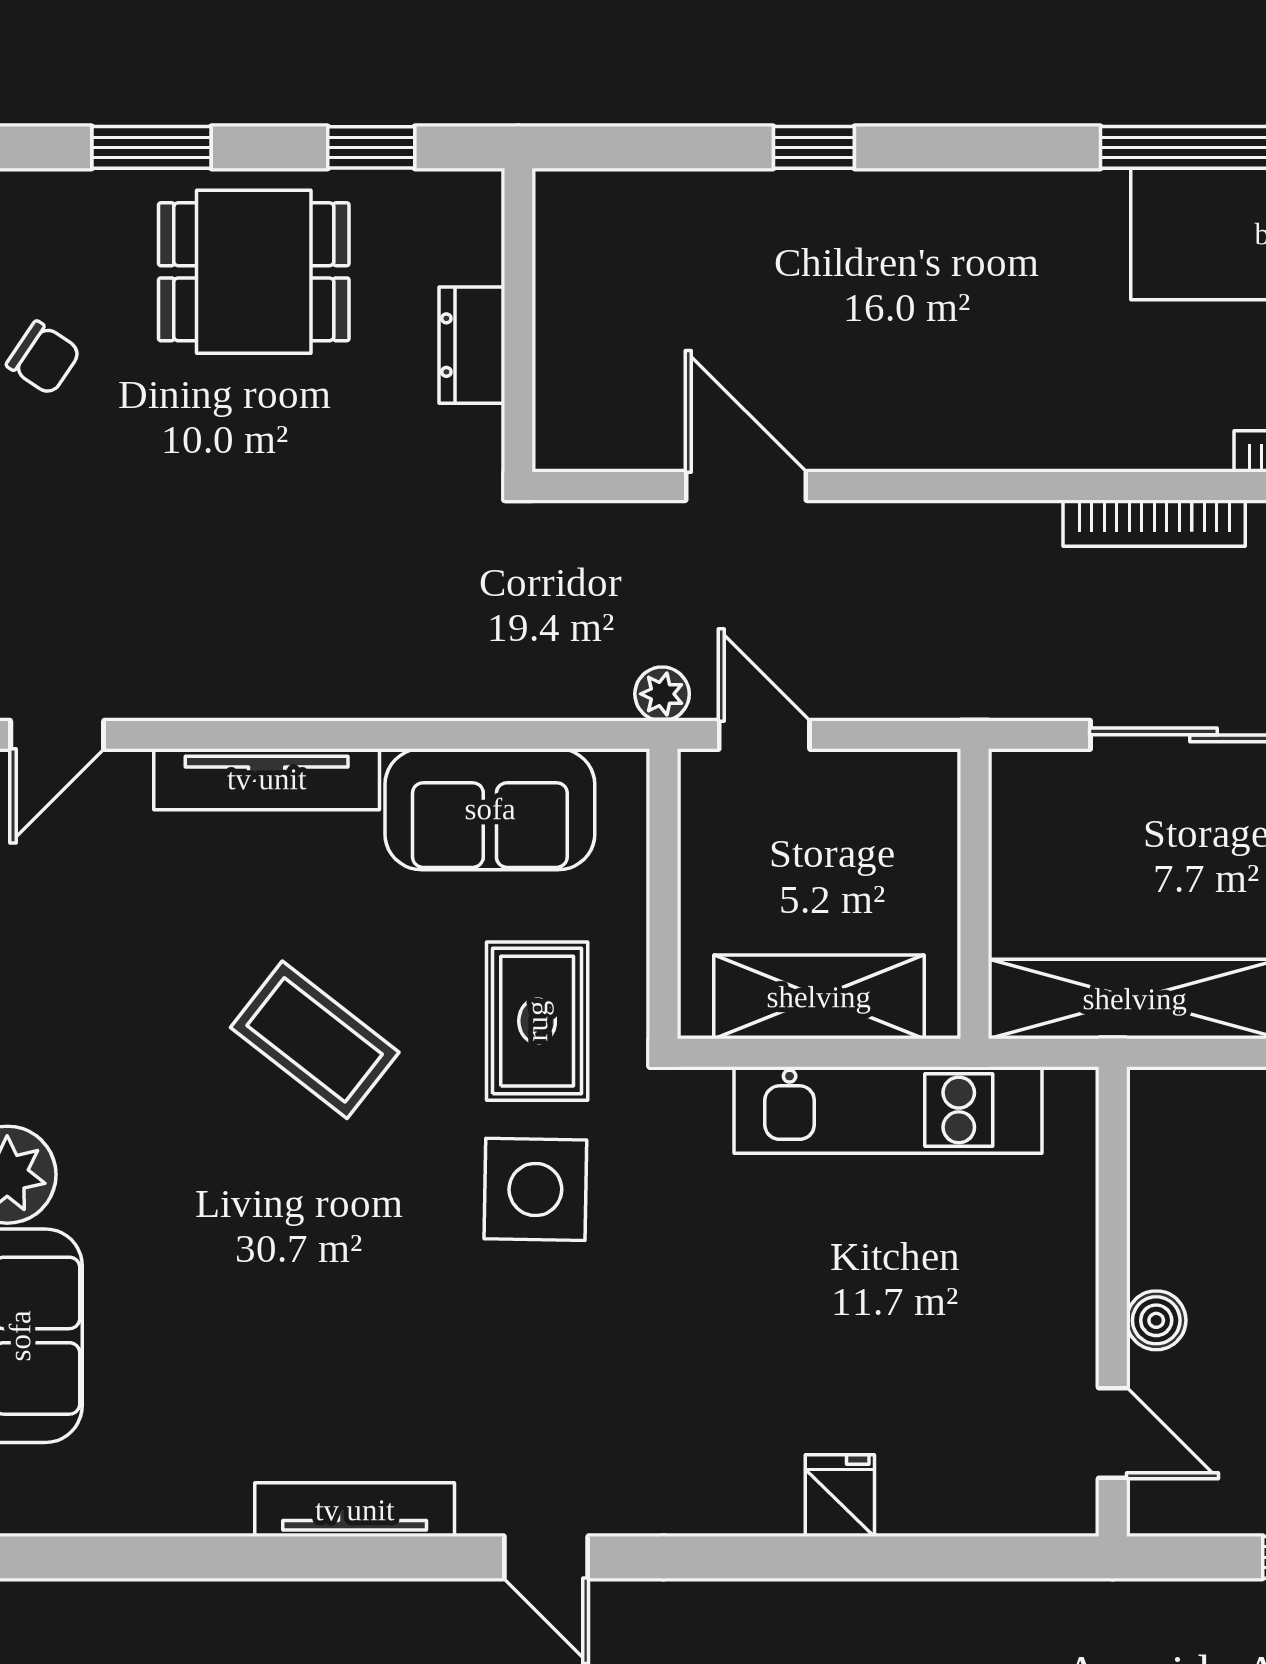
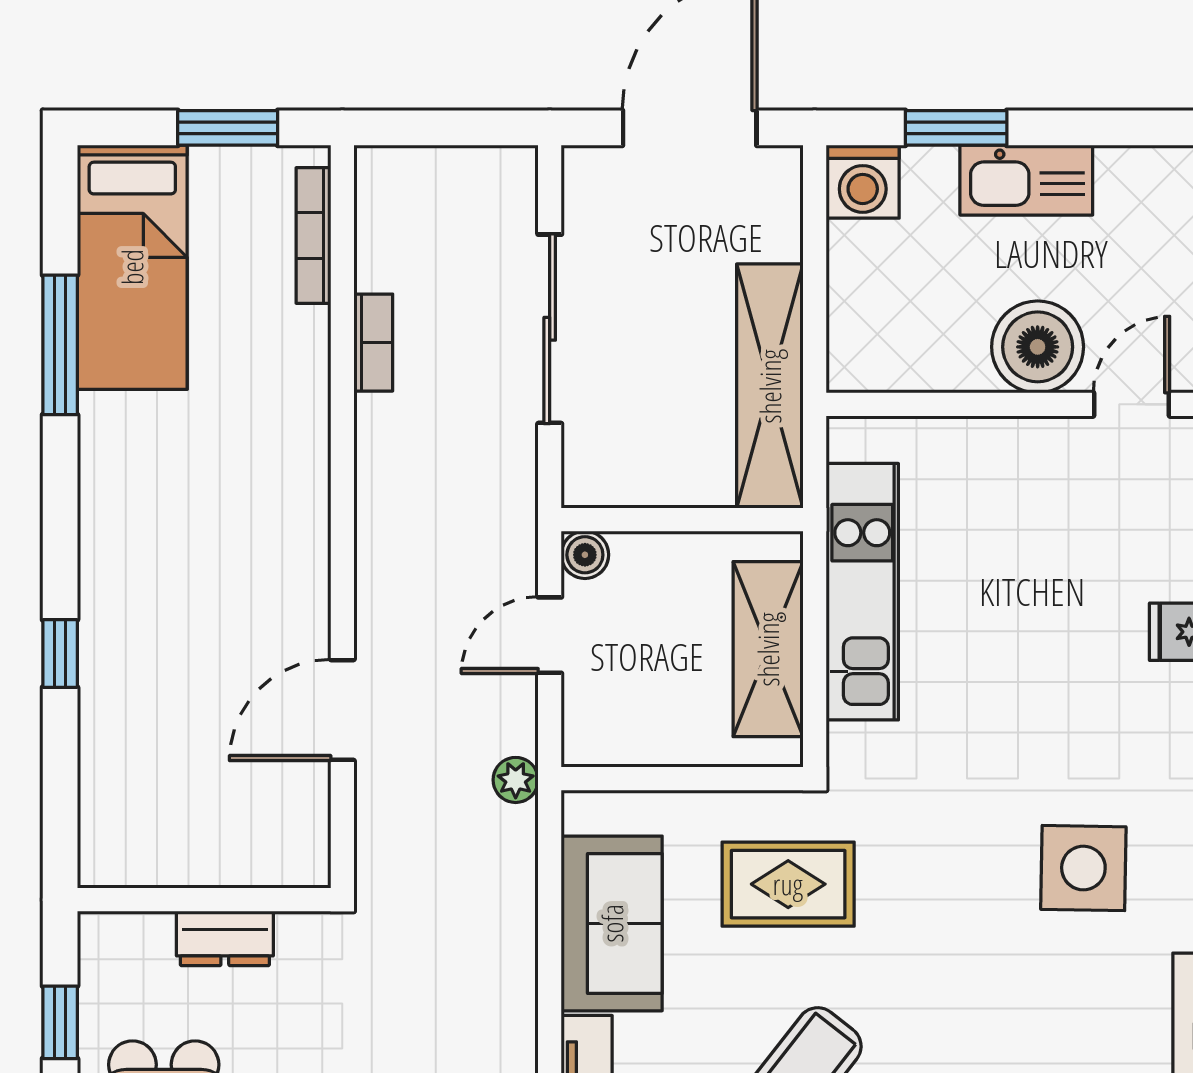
bookcase: (1154, 523) -> (373, 343), width x0.64
door: (764, 735) -> (550, 635), moved
boiler: (932, 777) -> (585, 555), added
side table: (535, 1189) -> (1083, 868), moved
boiler: (1156, 1320) -> (1038, 347), width x1.86, depth x1.86

